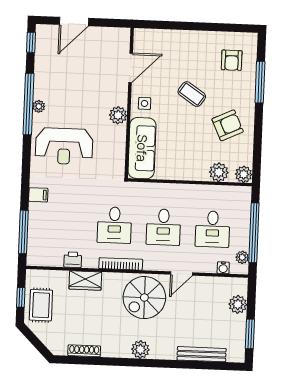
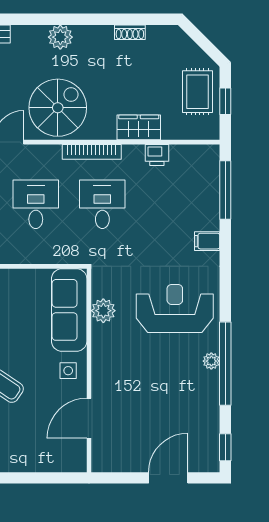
plant: (118, 115) -> (103, 311), moved
shoe rack: (84, 351) -> (130, 32), width x0.70

